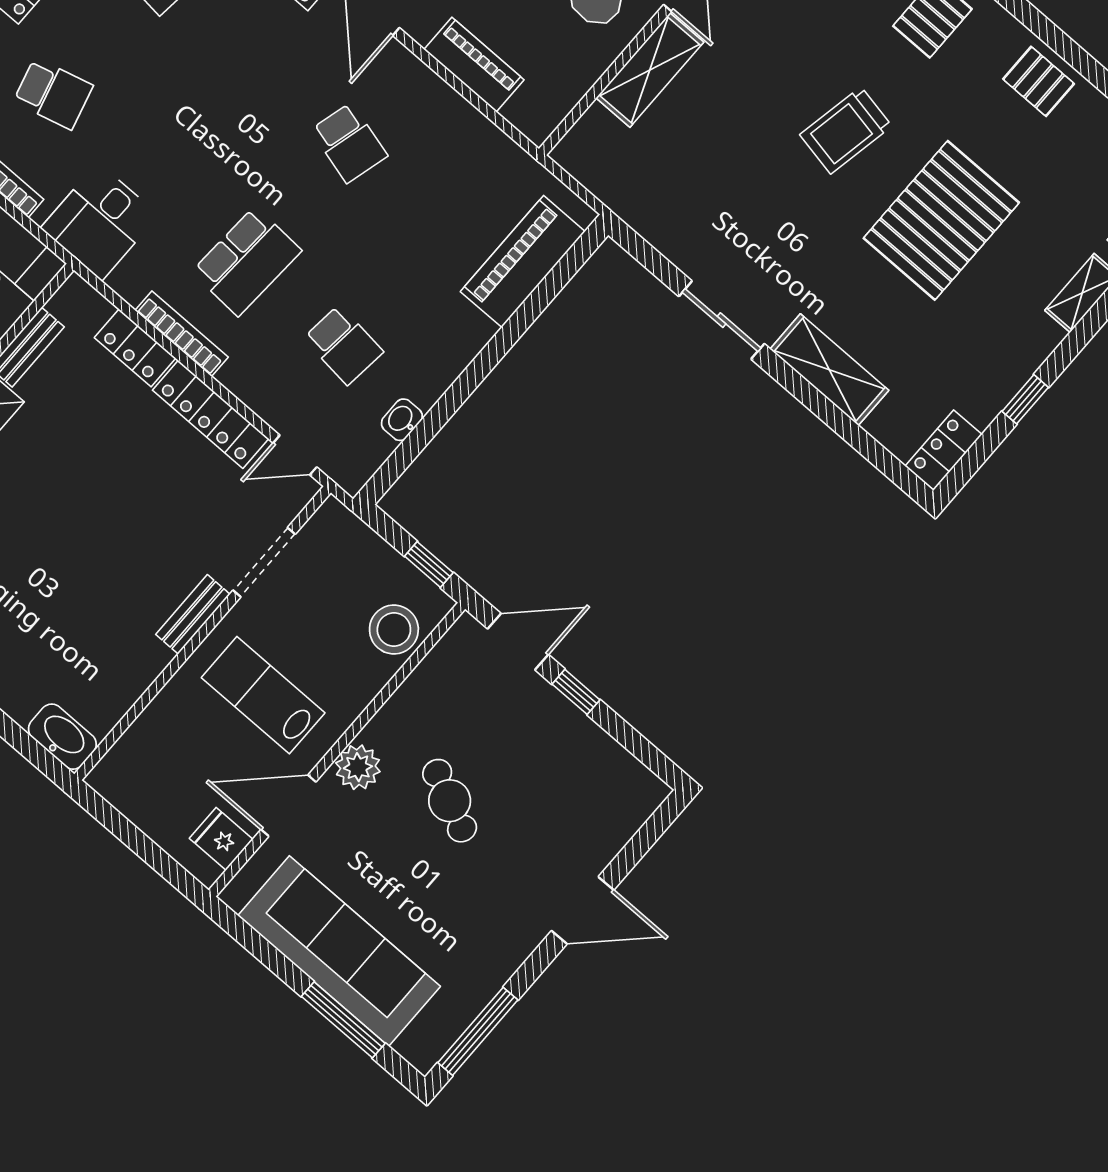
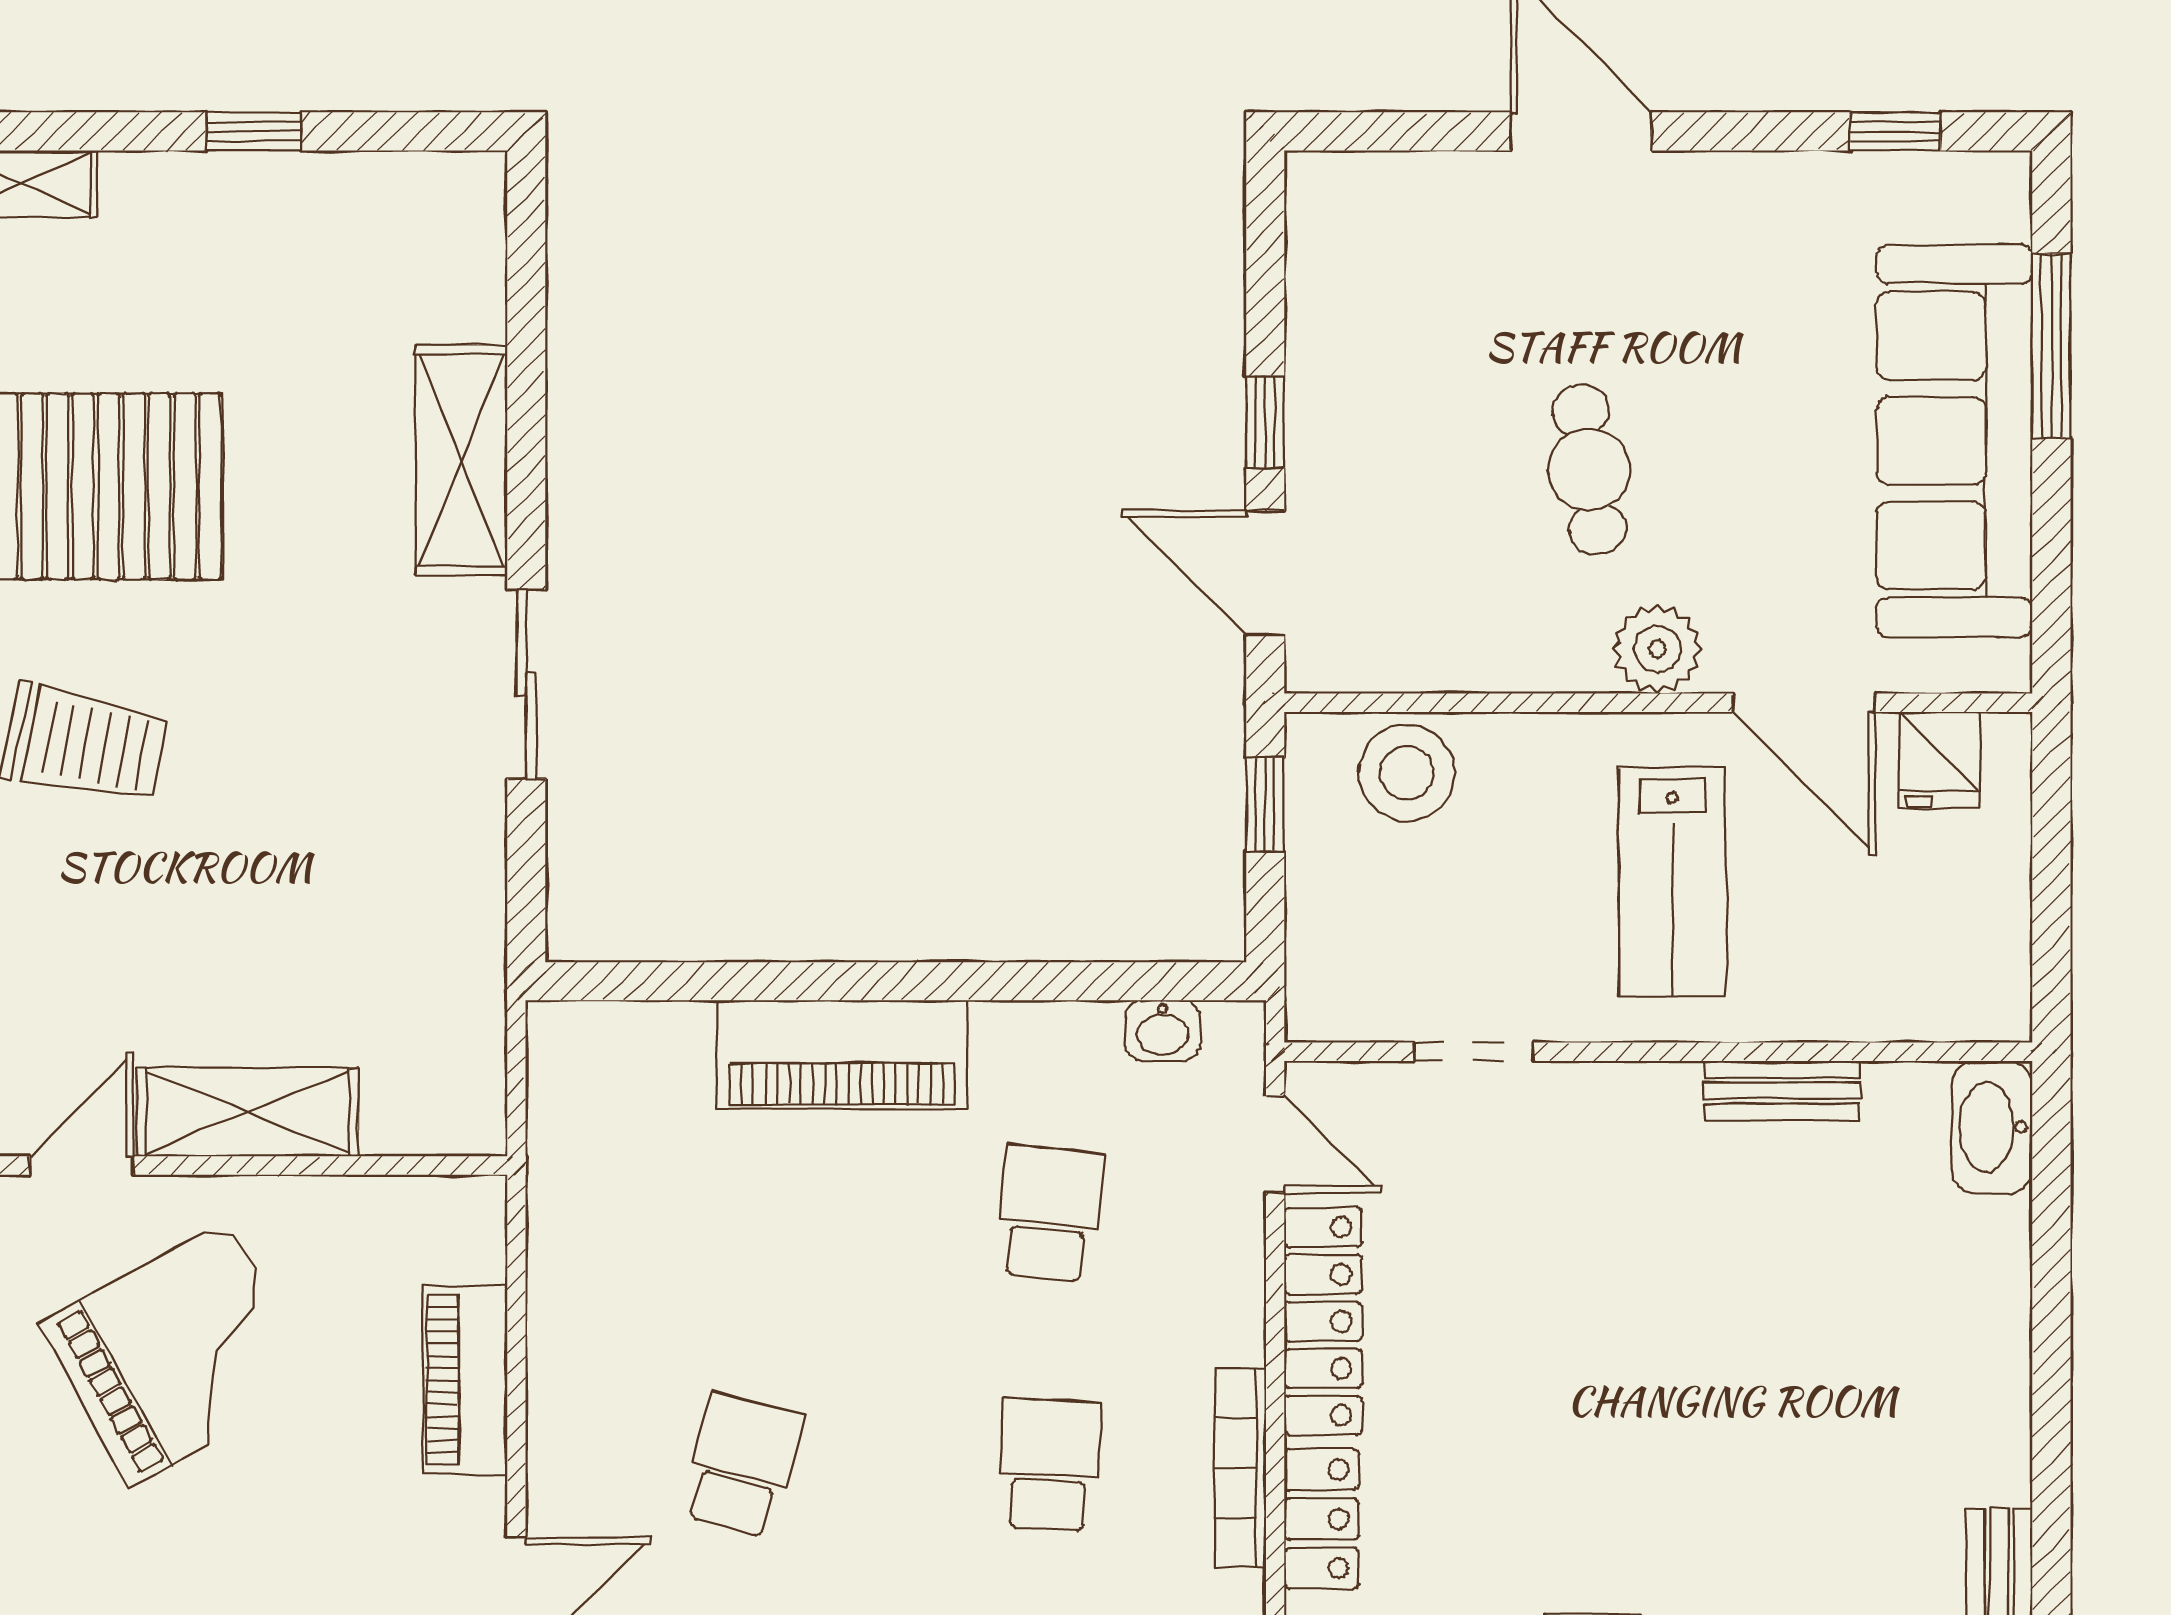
school desk: (247, 261) -> (1049, 1465), width x0.54
piano: (523, 262) -> (842, 1054), moved
washbasin: (402, 420) -> (1162, 1031), moved
locker: (943, 450) -> (434, 187), removed
doorway: (264, 562) -> (1474, 1052), width x0.73
bench: (193, 614) -> (1782, 1091), moved
cafe table: (450, 801) -> (1589, 470), turned -33
window: (478, 1031) -> (1895, 131), width x0.46

